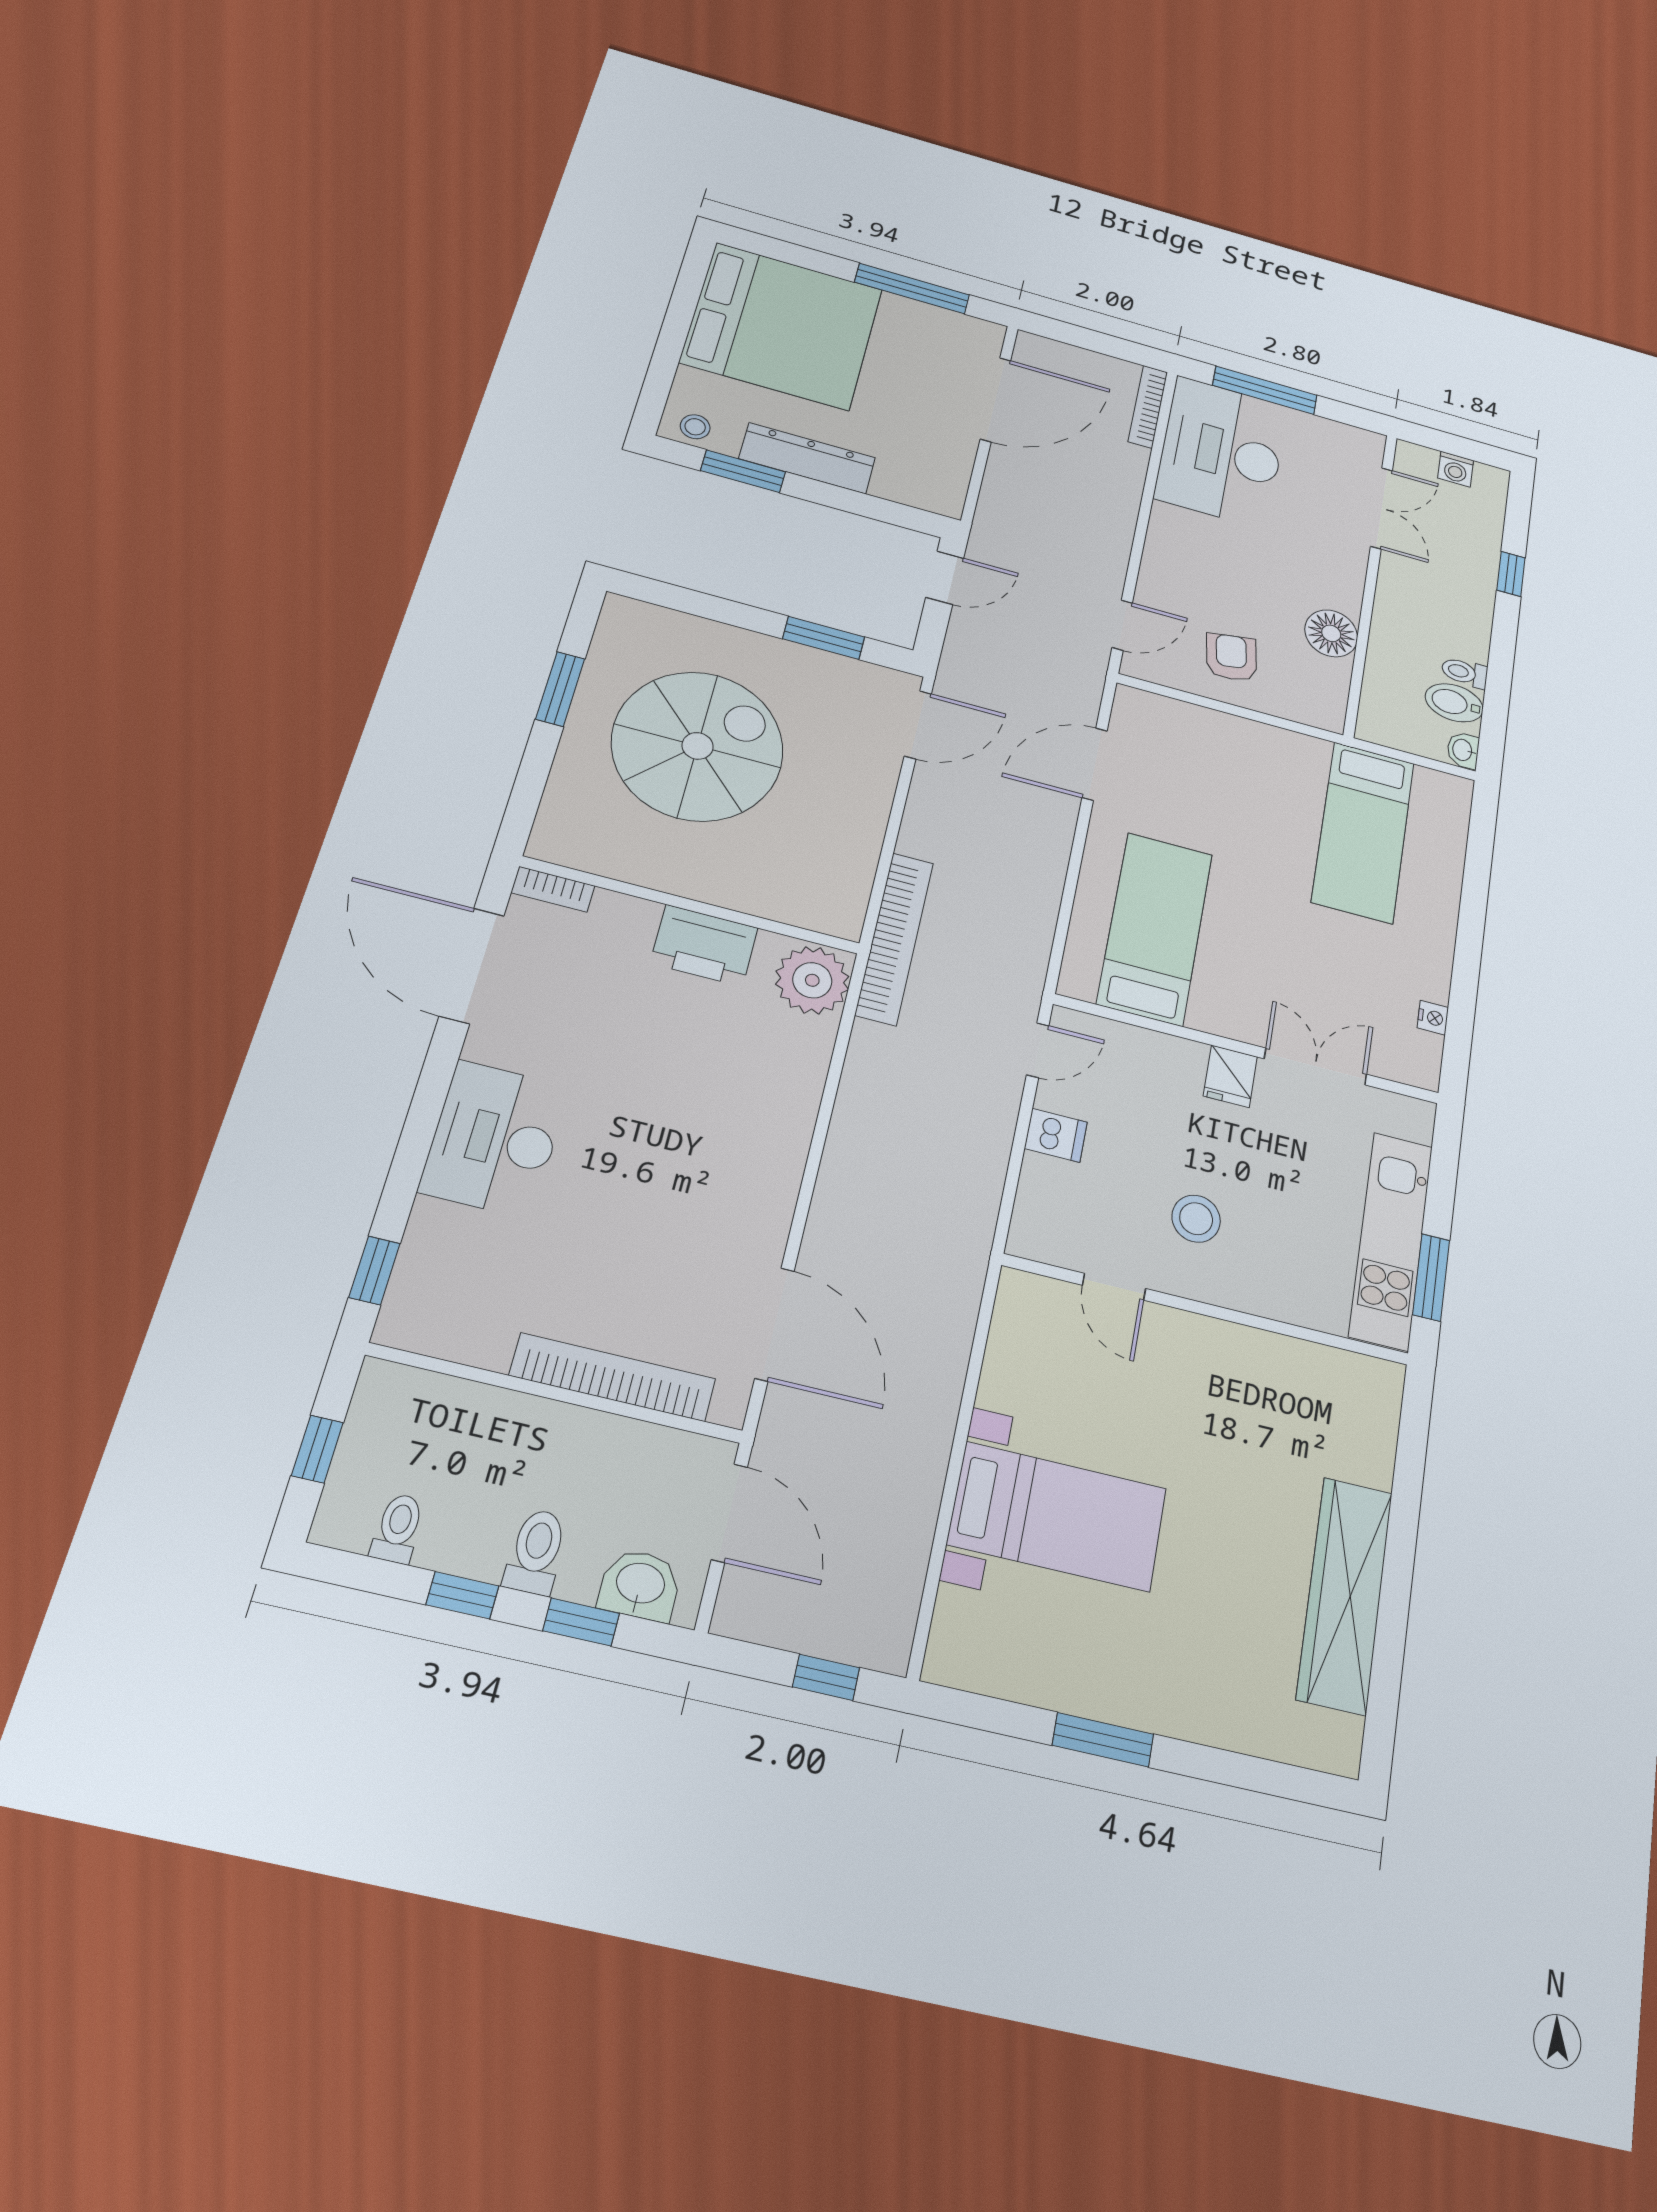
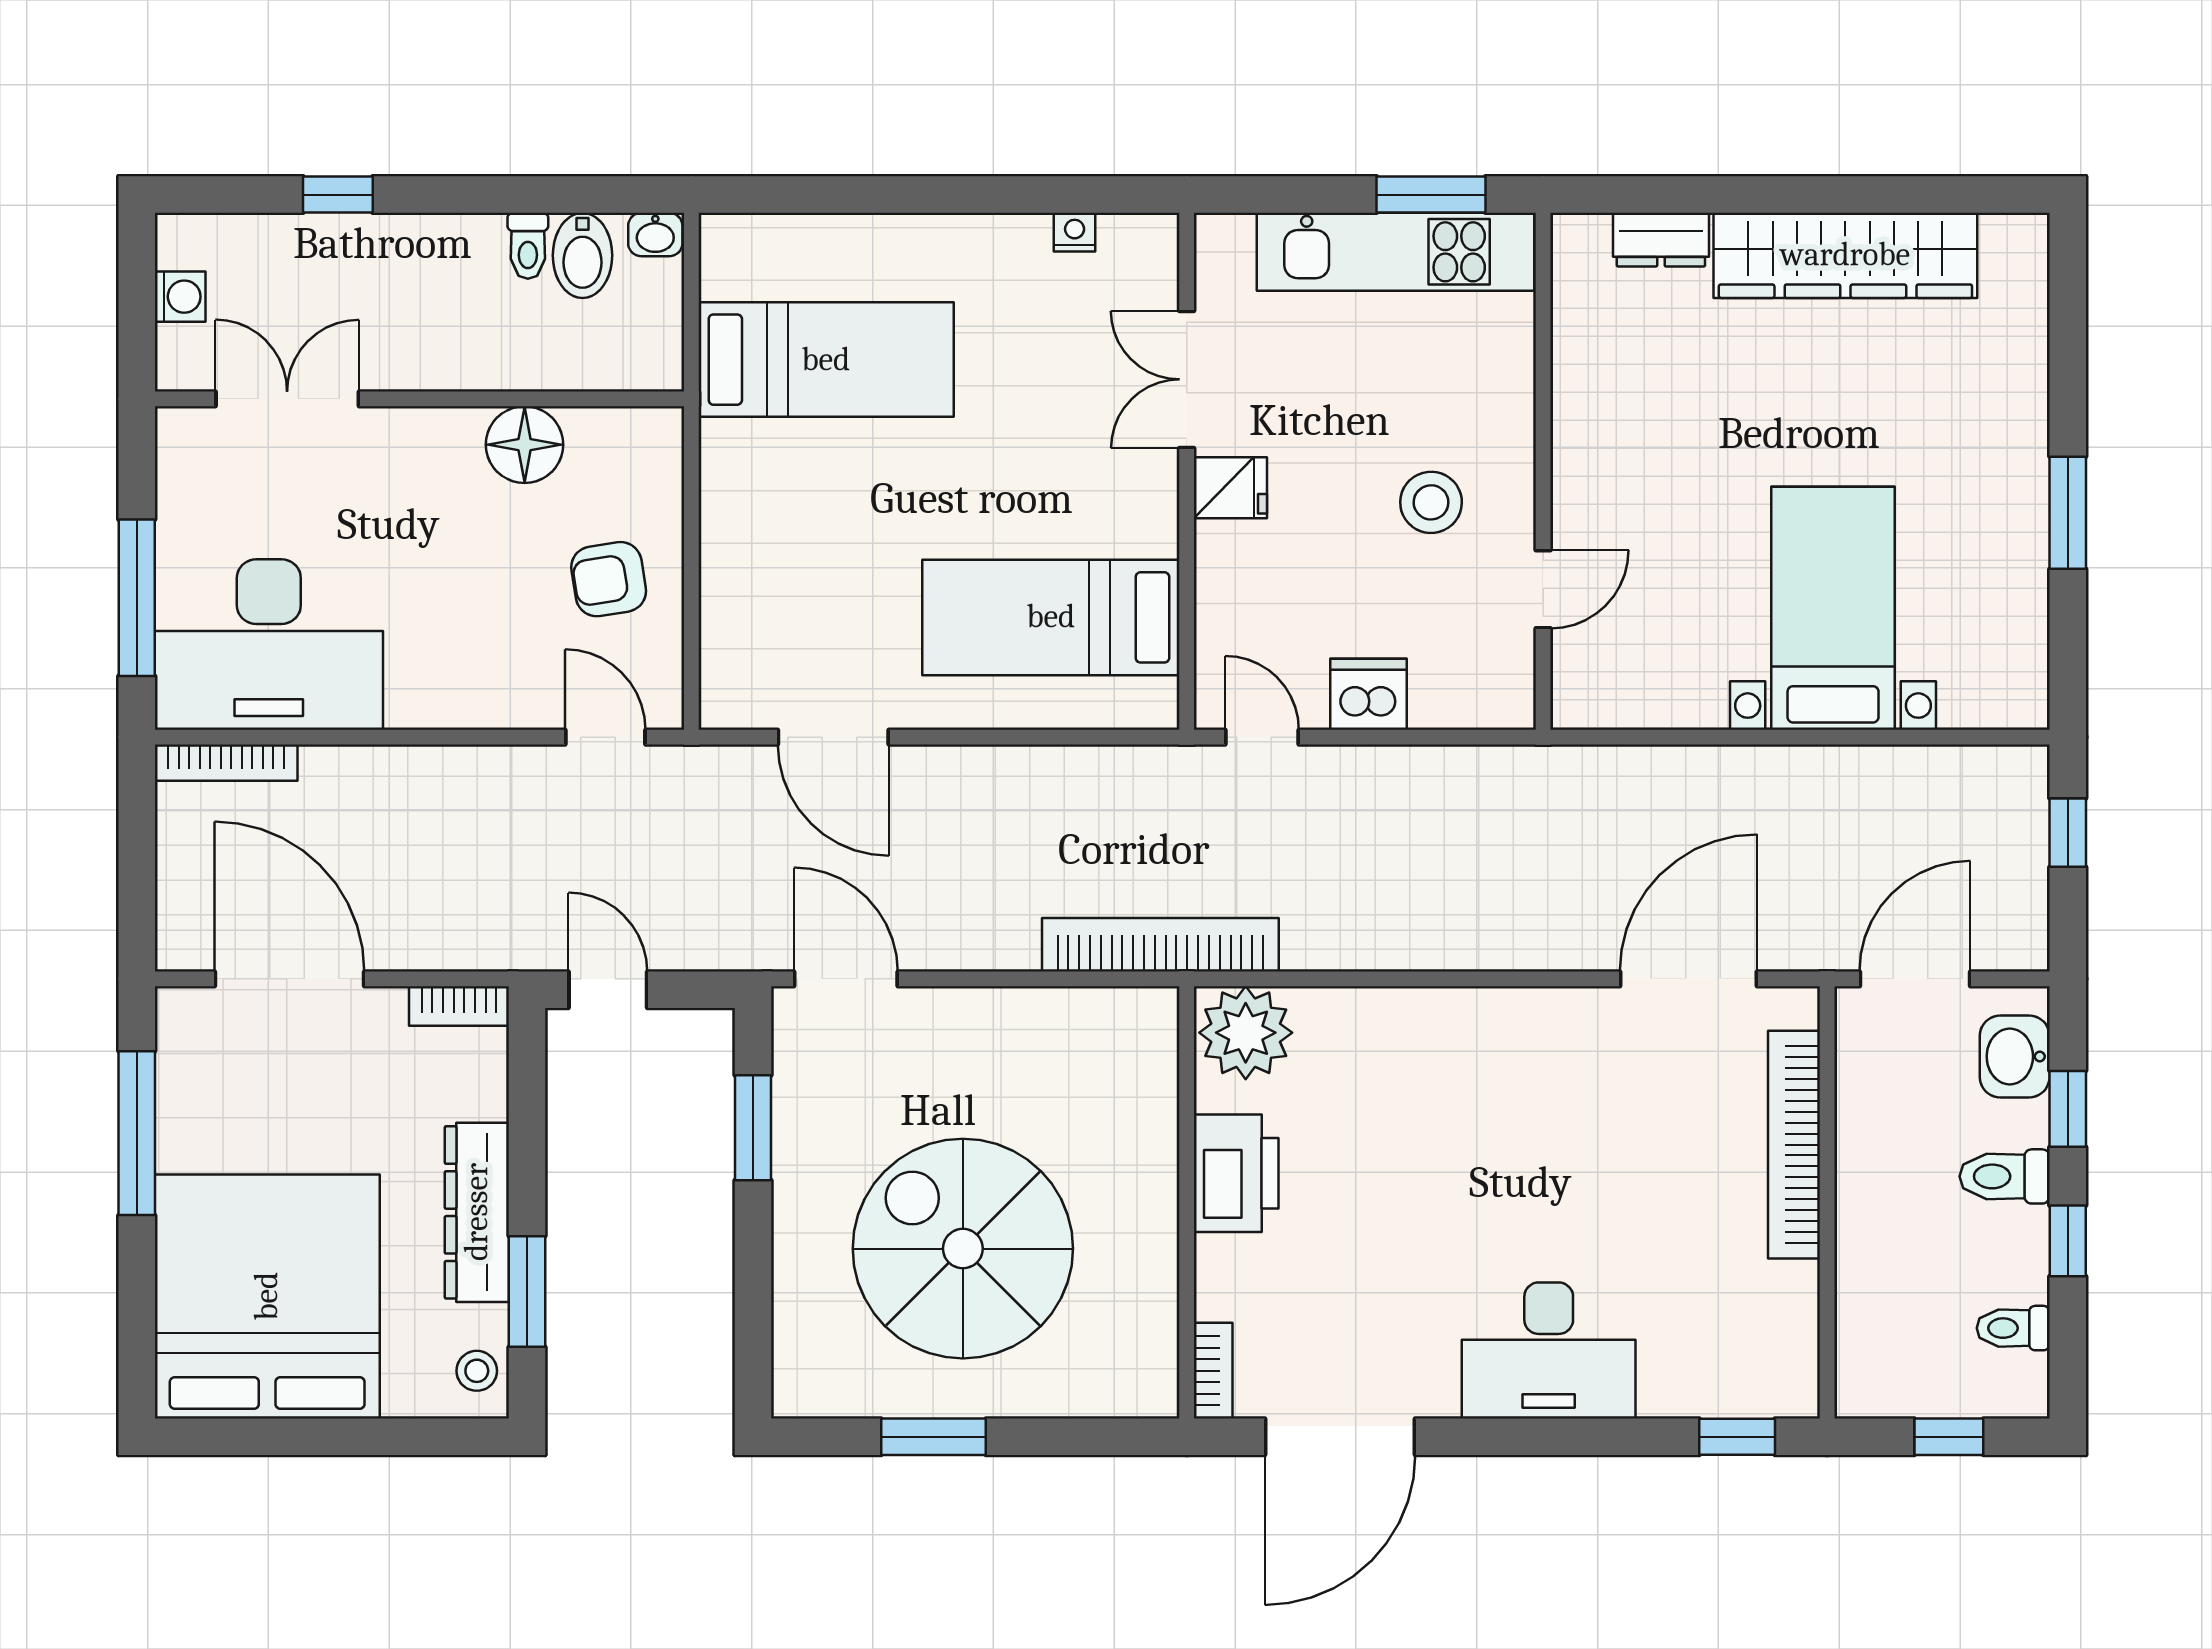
bookcase: (954, 488) -> (459, 1006), added
dishwasher: (1056, 1135) -> (1369, 694), width x1.38
dresser: (1376, 1446) -> (1661, 240), added

